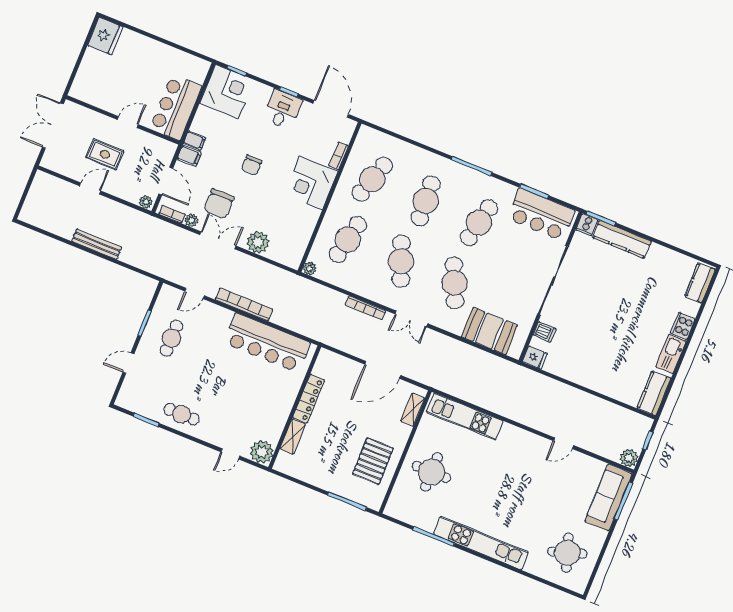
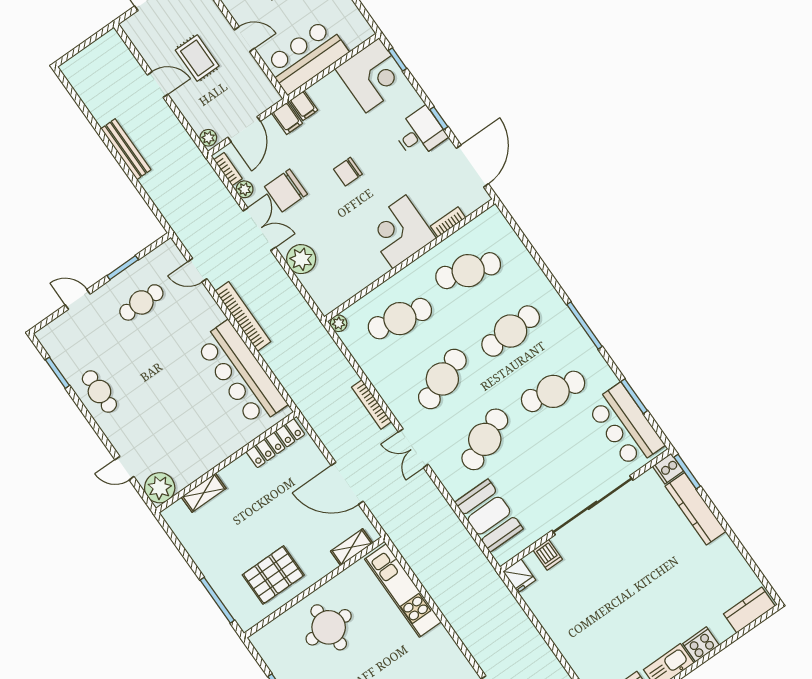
locker: (309, 399) -> (275, 443), moved

